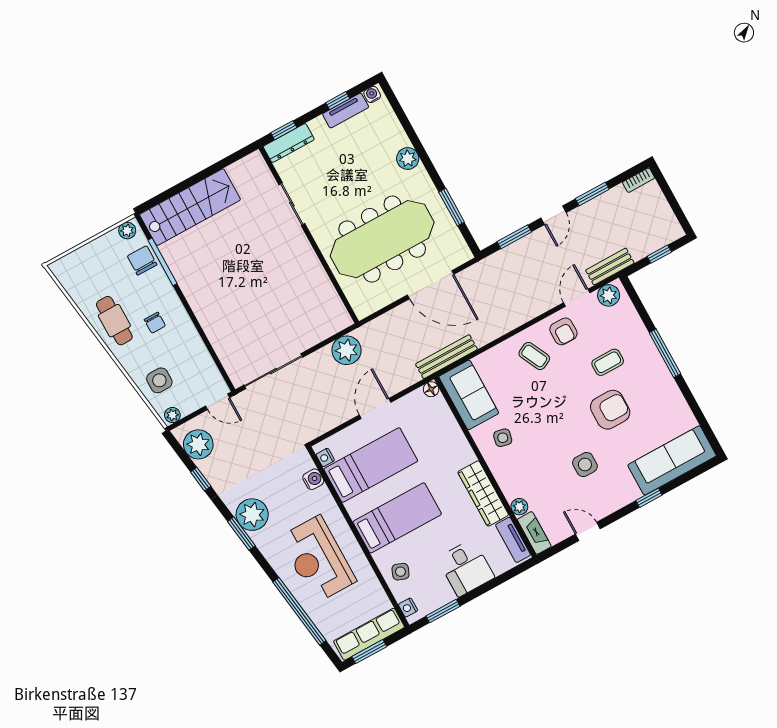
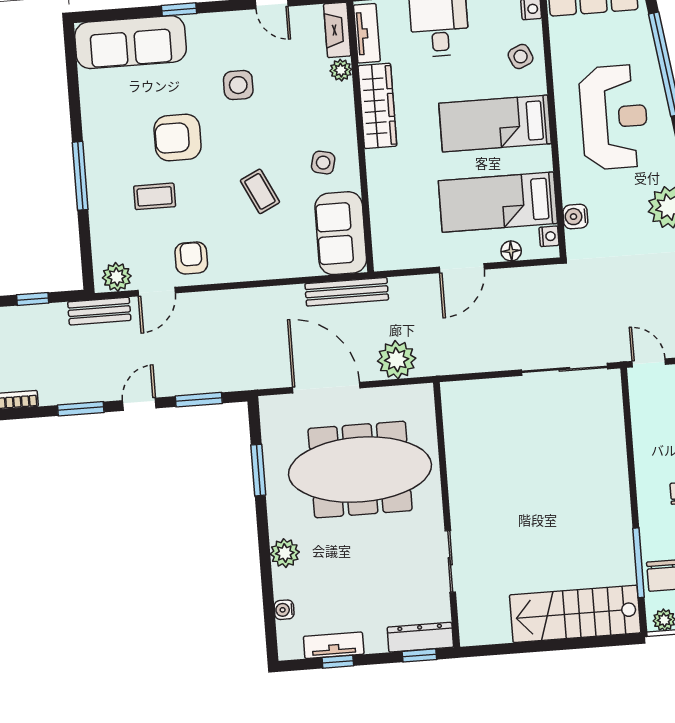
water cooler: (372, 94) -> (284, 610), moved, turned 90
plant: (346, 350) -> (397, 360), moved
coffee table: (534, 356) -> (260, 191), moved
floor lamp: (431, 389) -> (511, 251), moved
side table: (400, 572) -> (521, 57), turned 45

